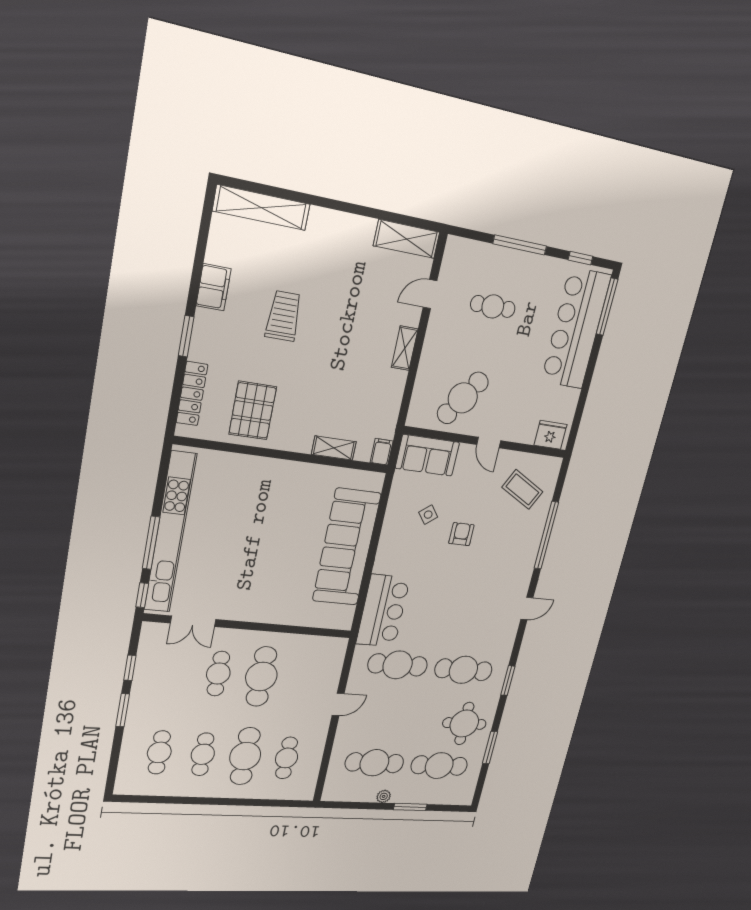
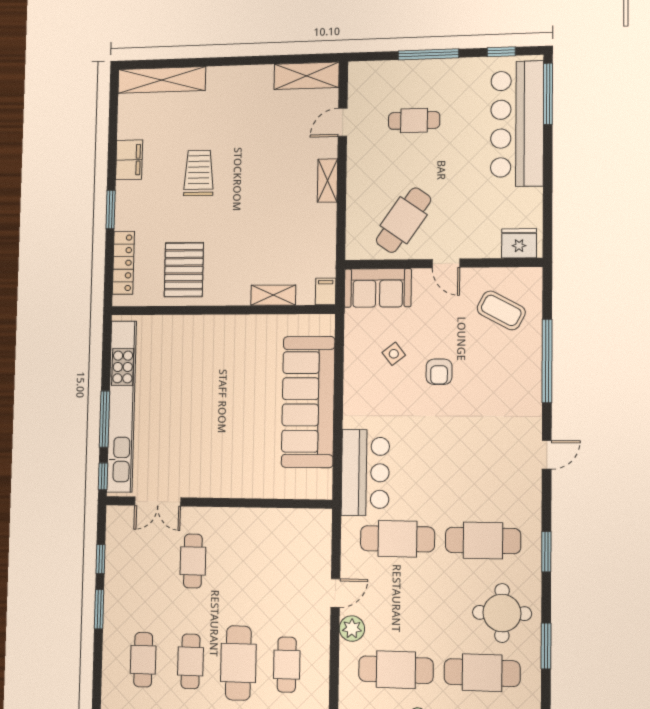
armchair: (461, 534) -> (439, 372), turned 180
cafe table: (261, 677) -> (240, 562), removed
plant: (346, 732) -> (352, 629), added

